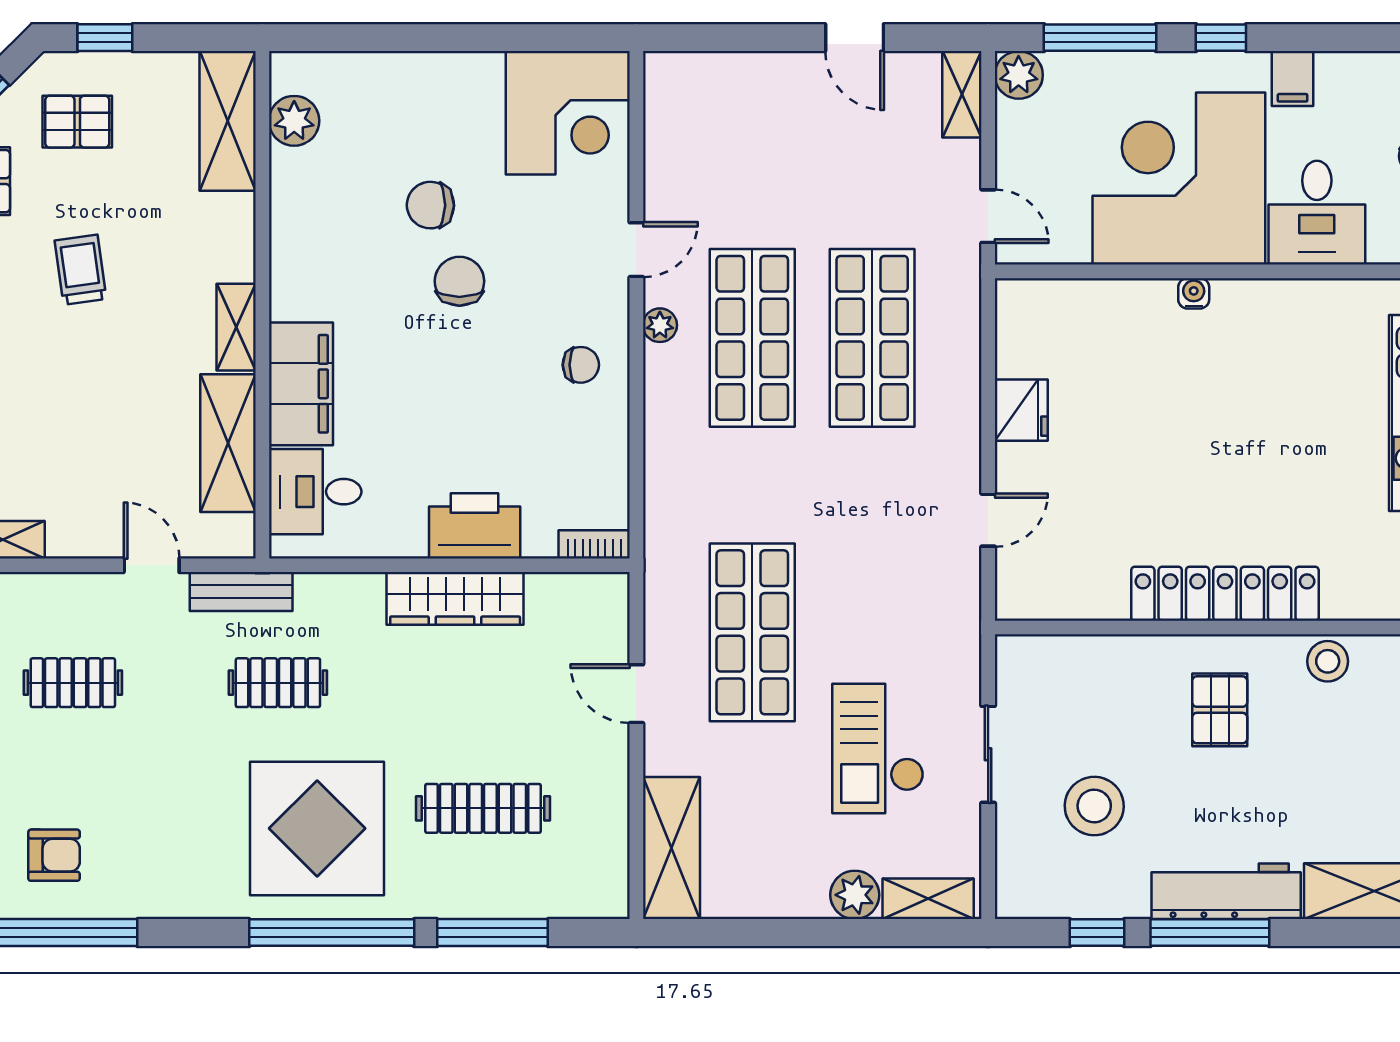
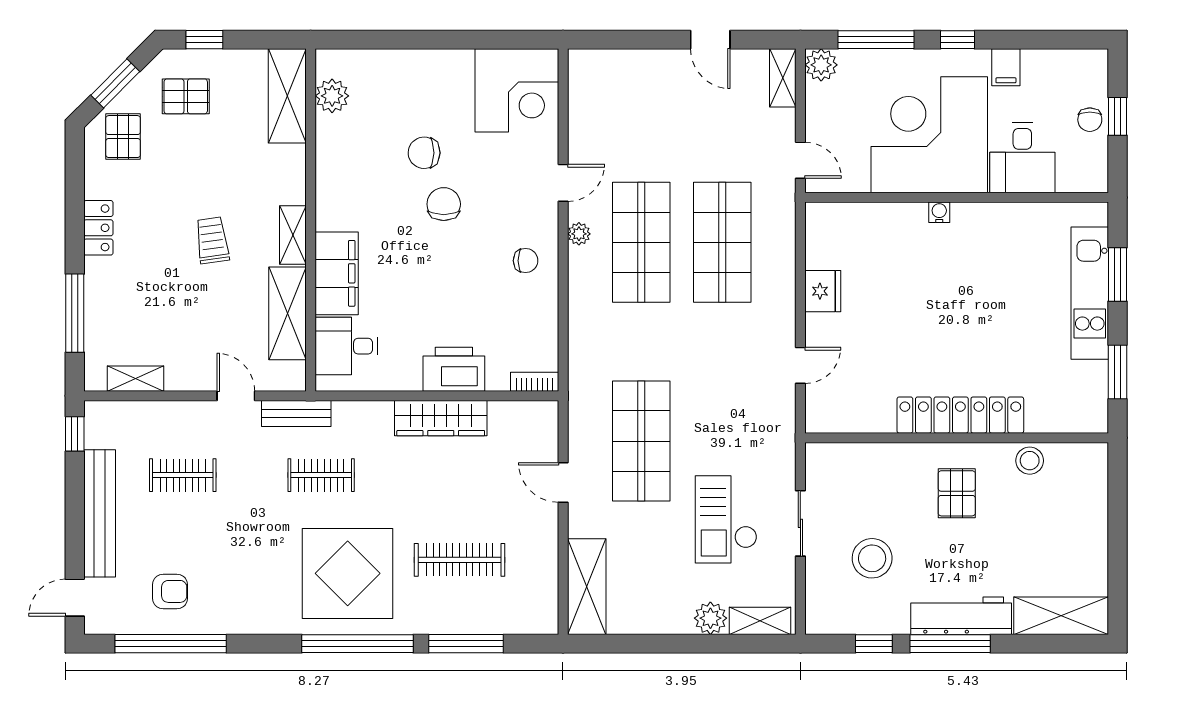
trolley: (81, 270) -> (212, 240), moved

